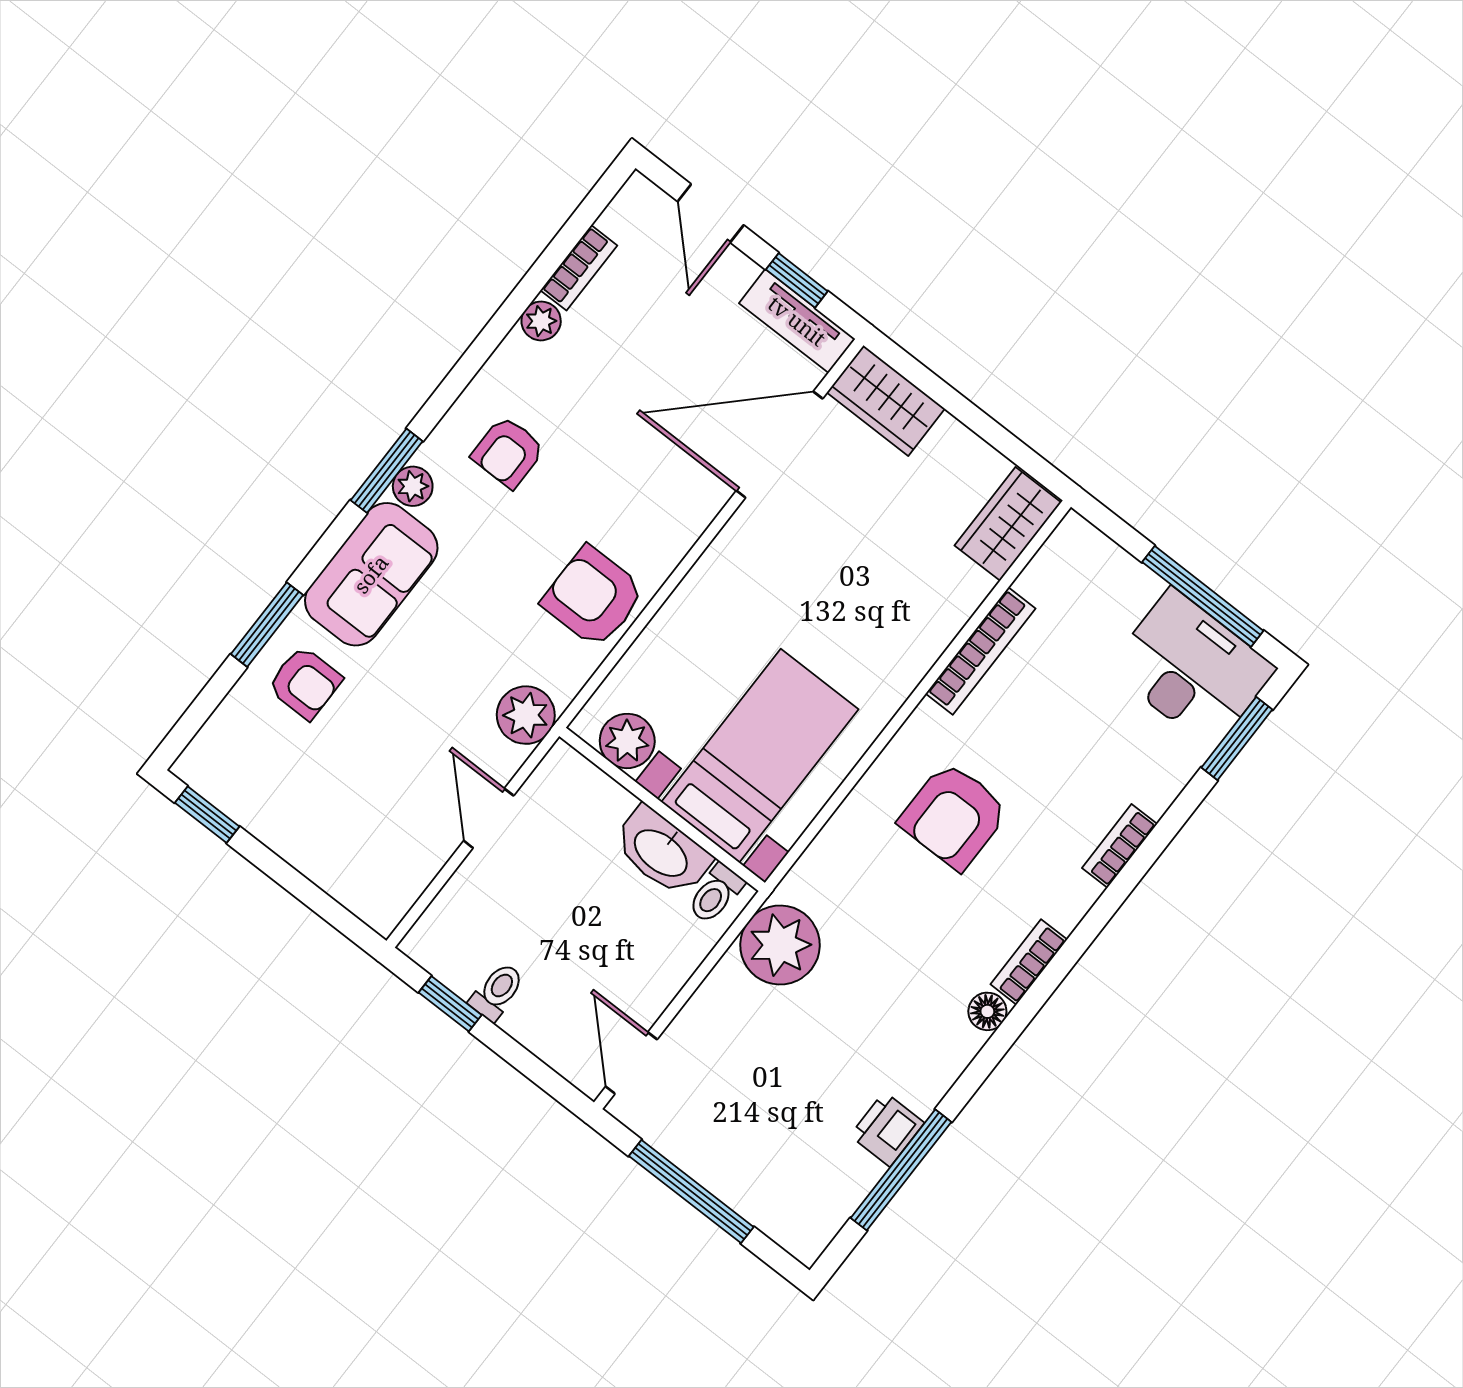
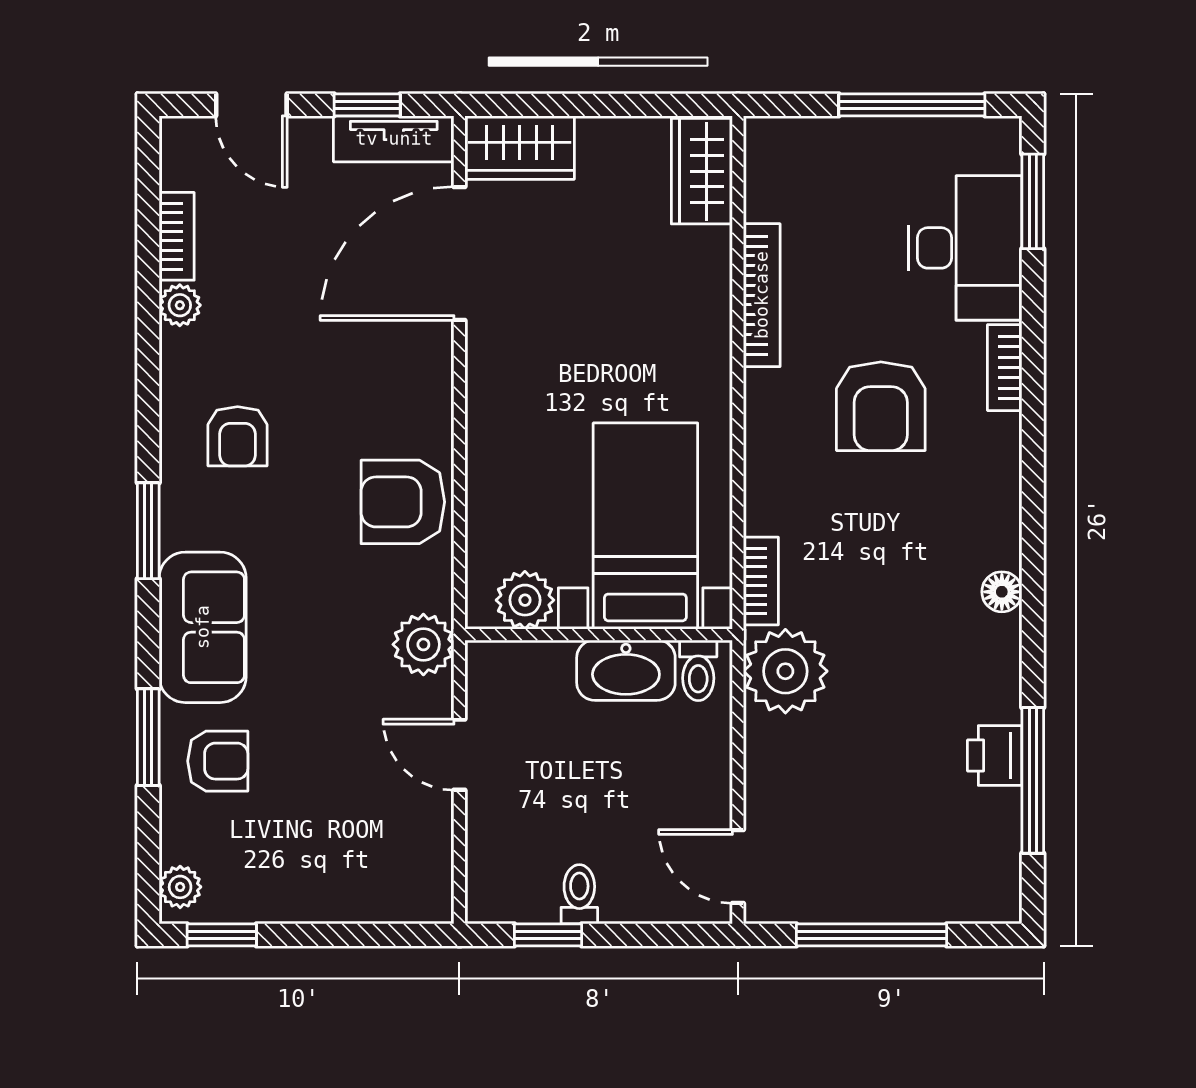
plant: (413, 486) -> (180, 887), moved
desk: (1192, 669) -> (965, 248), moved, turned 90
armchair: (954, 816) -> (881, 406), moved
bookcase: (1029, 962) -> (761, 581), moved, turned 180

